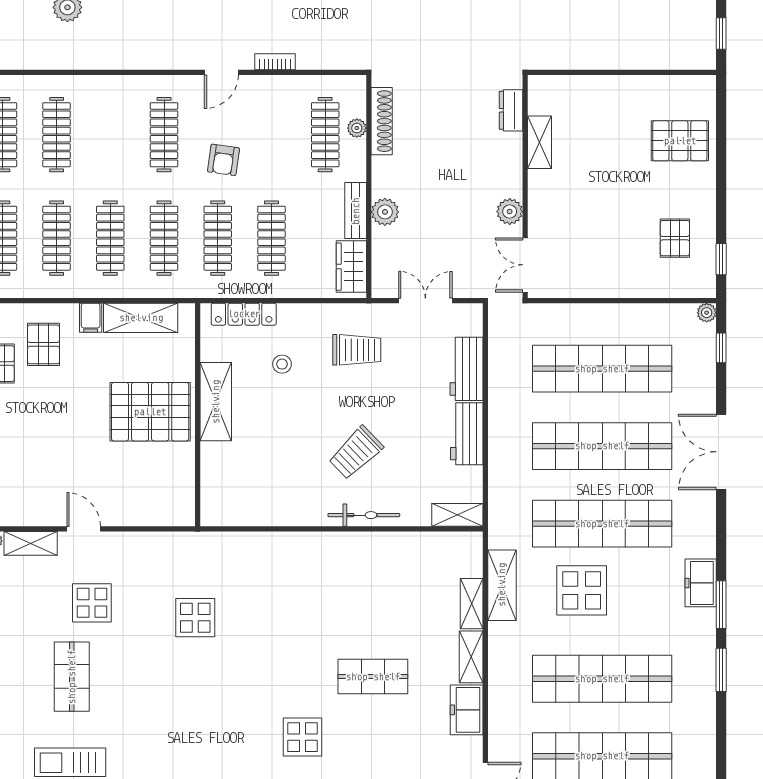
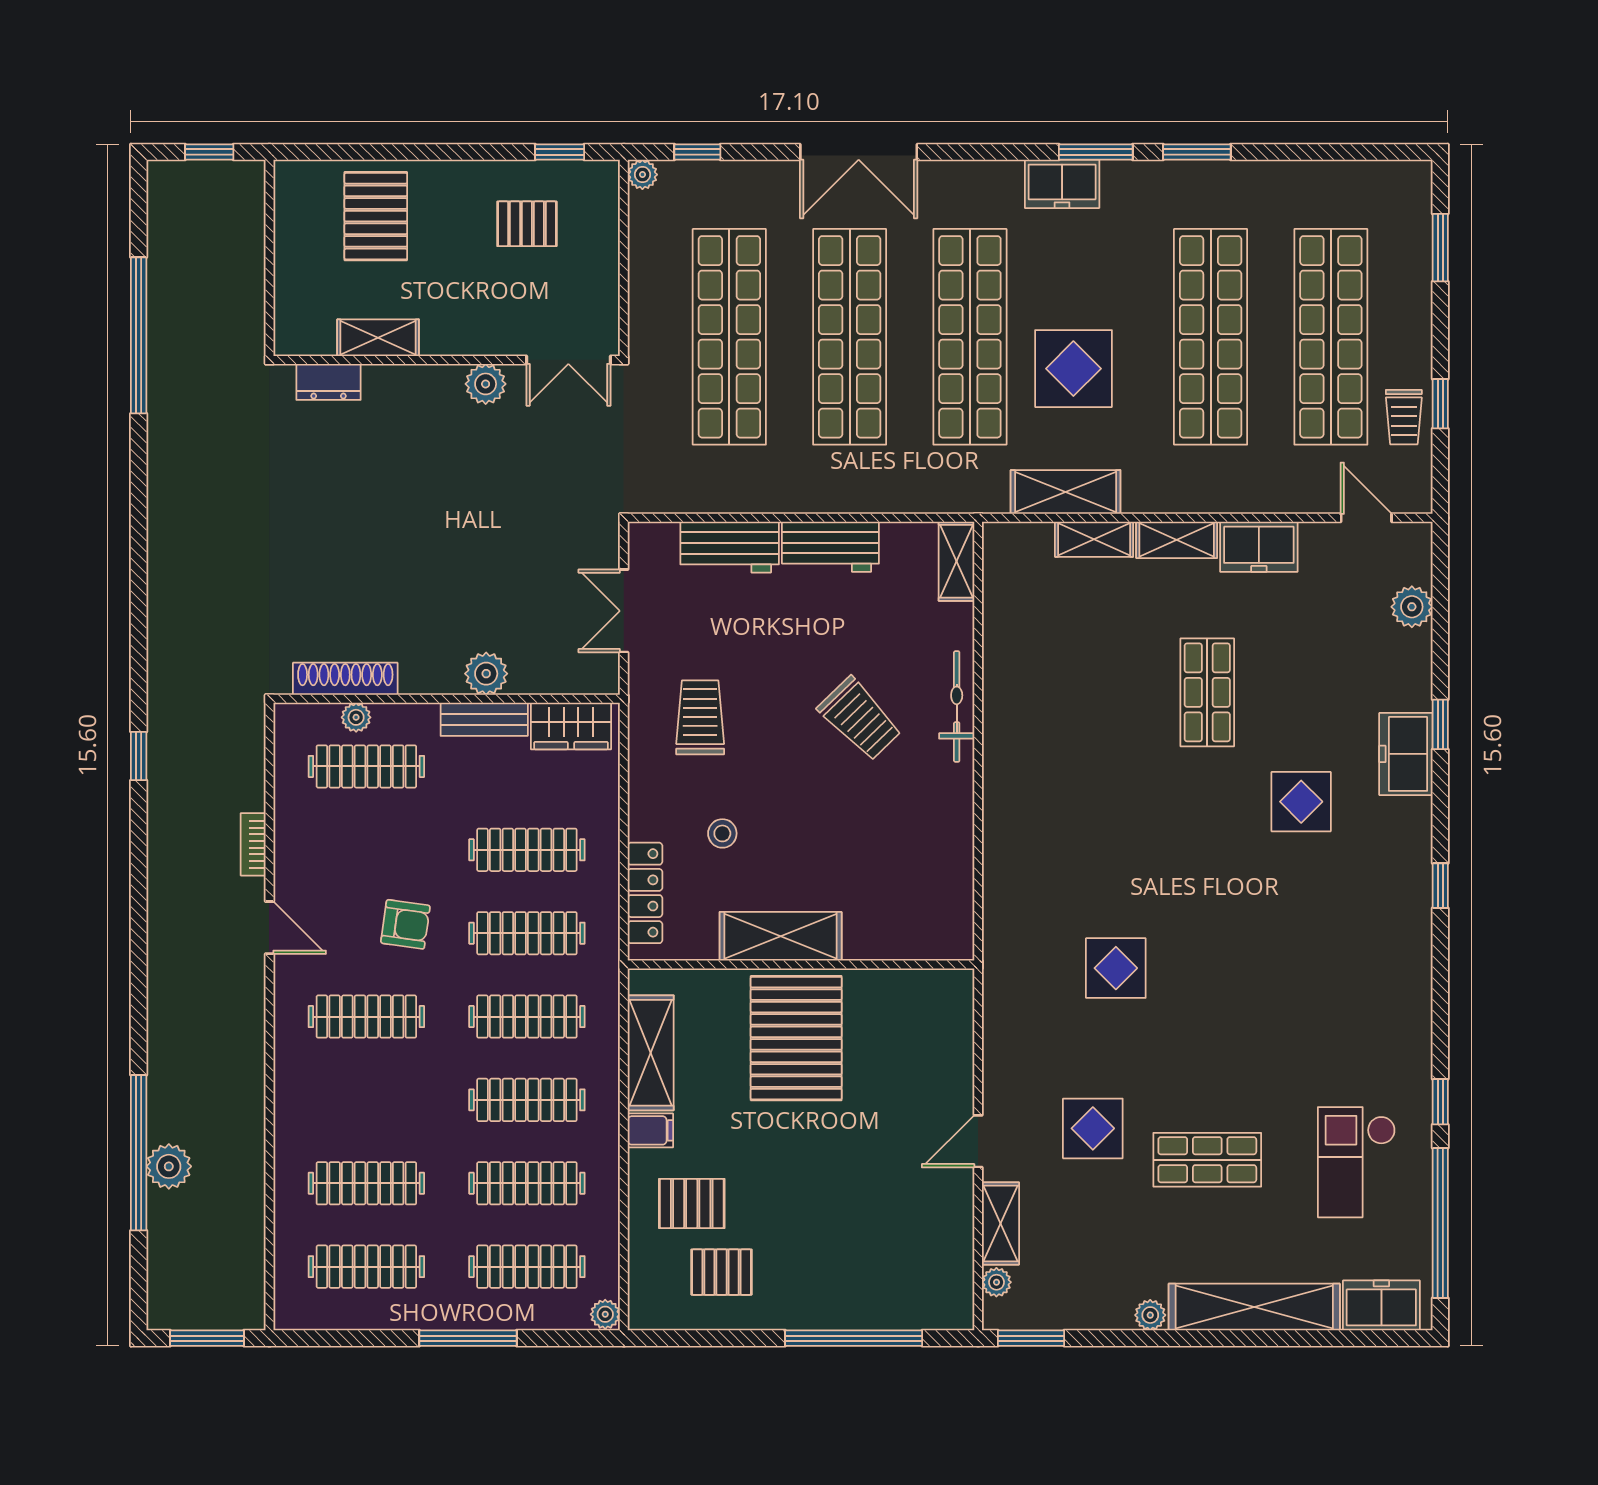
dresser: (511, 110) -> (329, 382), moved
shelving: (539, 142) -> (378, 338), moved
wall: (525, 186) -> (447, 360), moved
plant: (510, 212) -> (486, 384), moved
double door: (525, 265) -> (568, 360), moved

